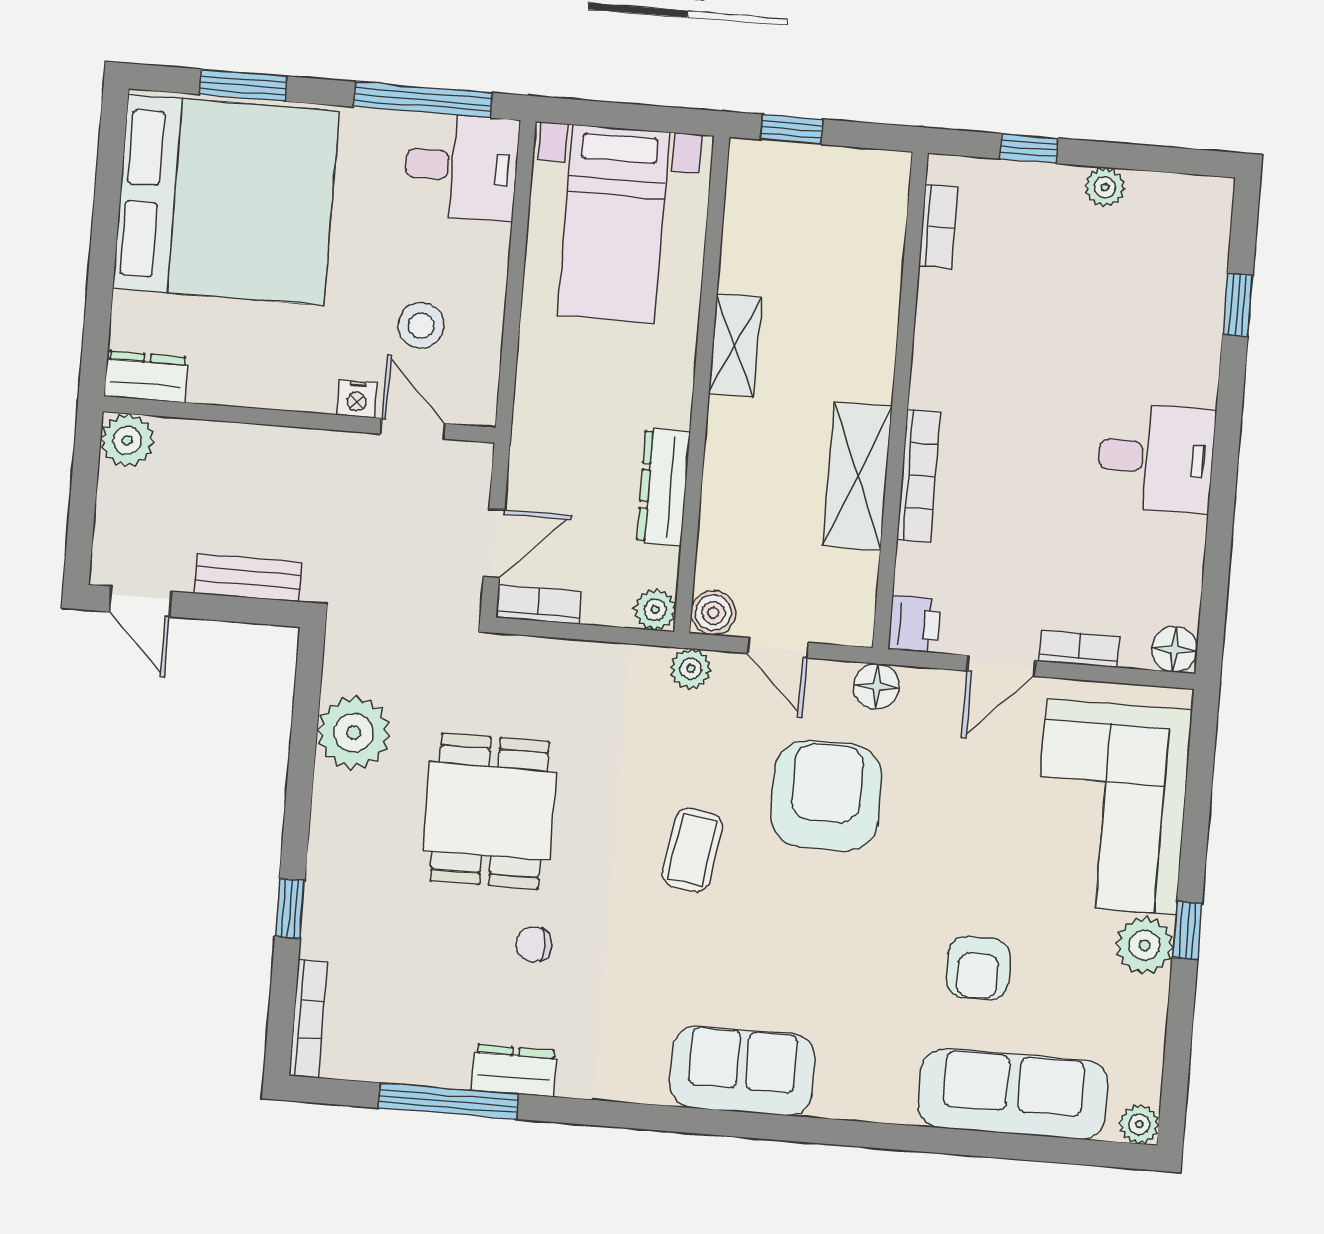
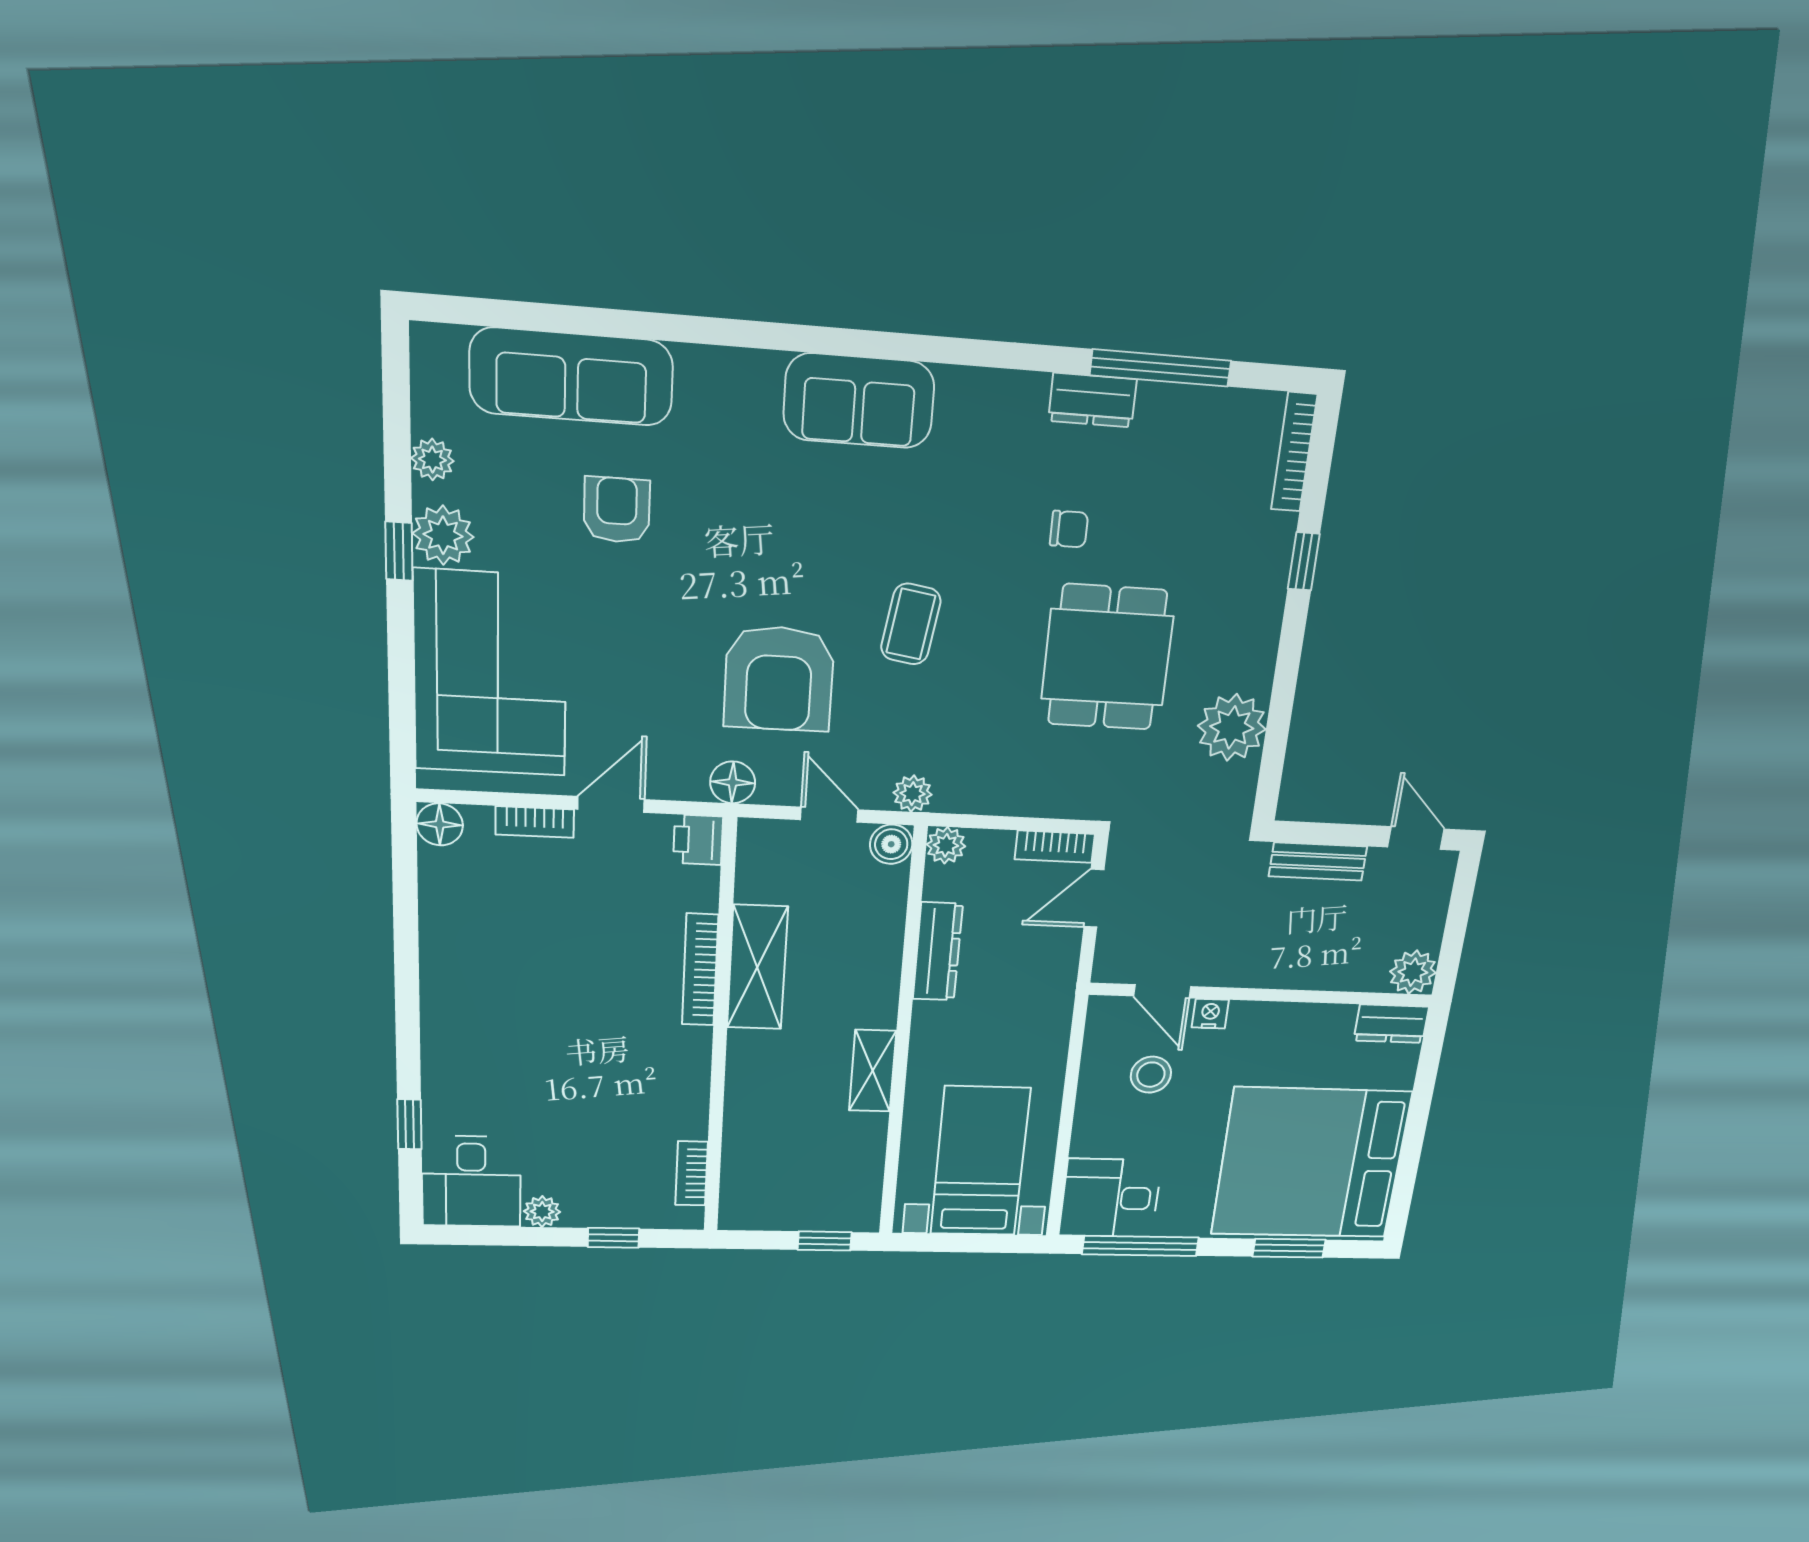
desk: (1156, 458) -> (471, 1182), moved, turned -90
plant: (1139, 1124) -> (432, 460), moved

